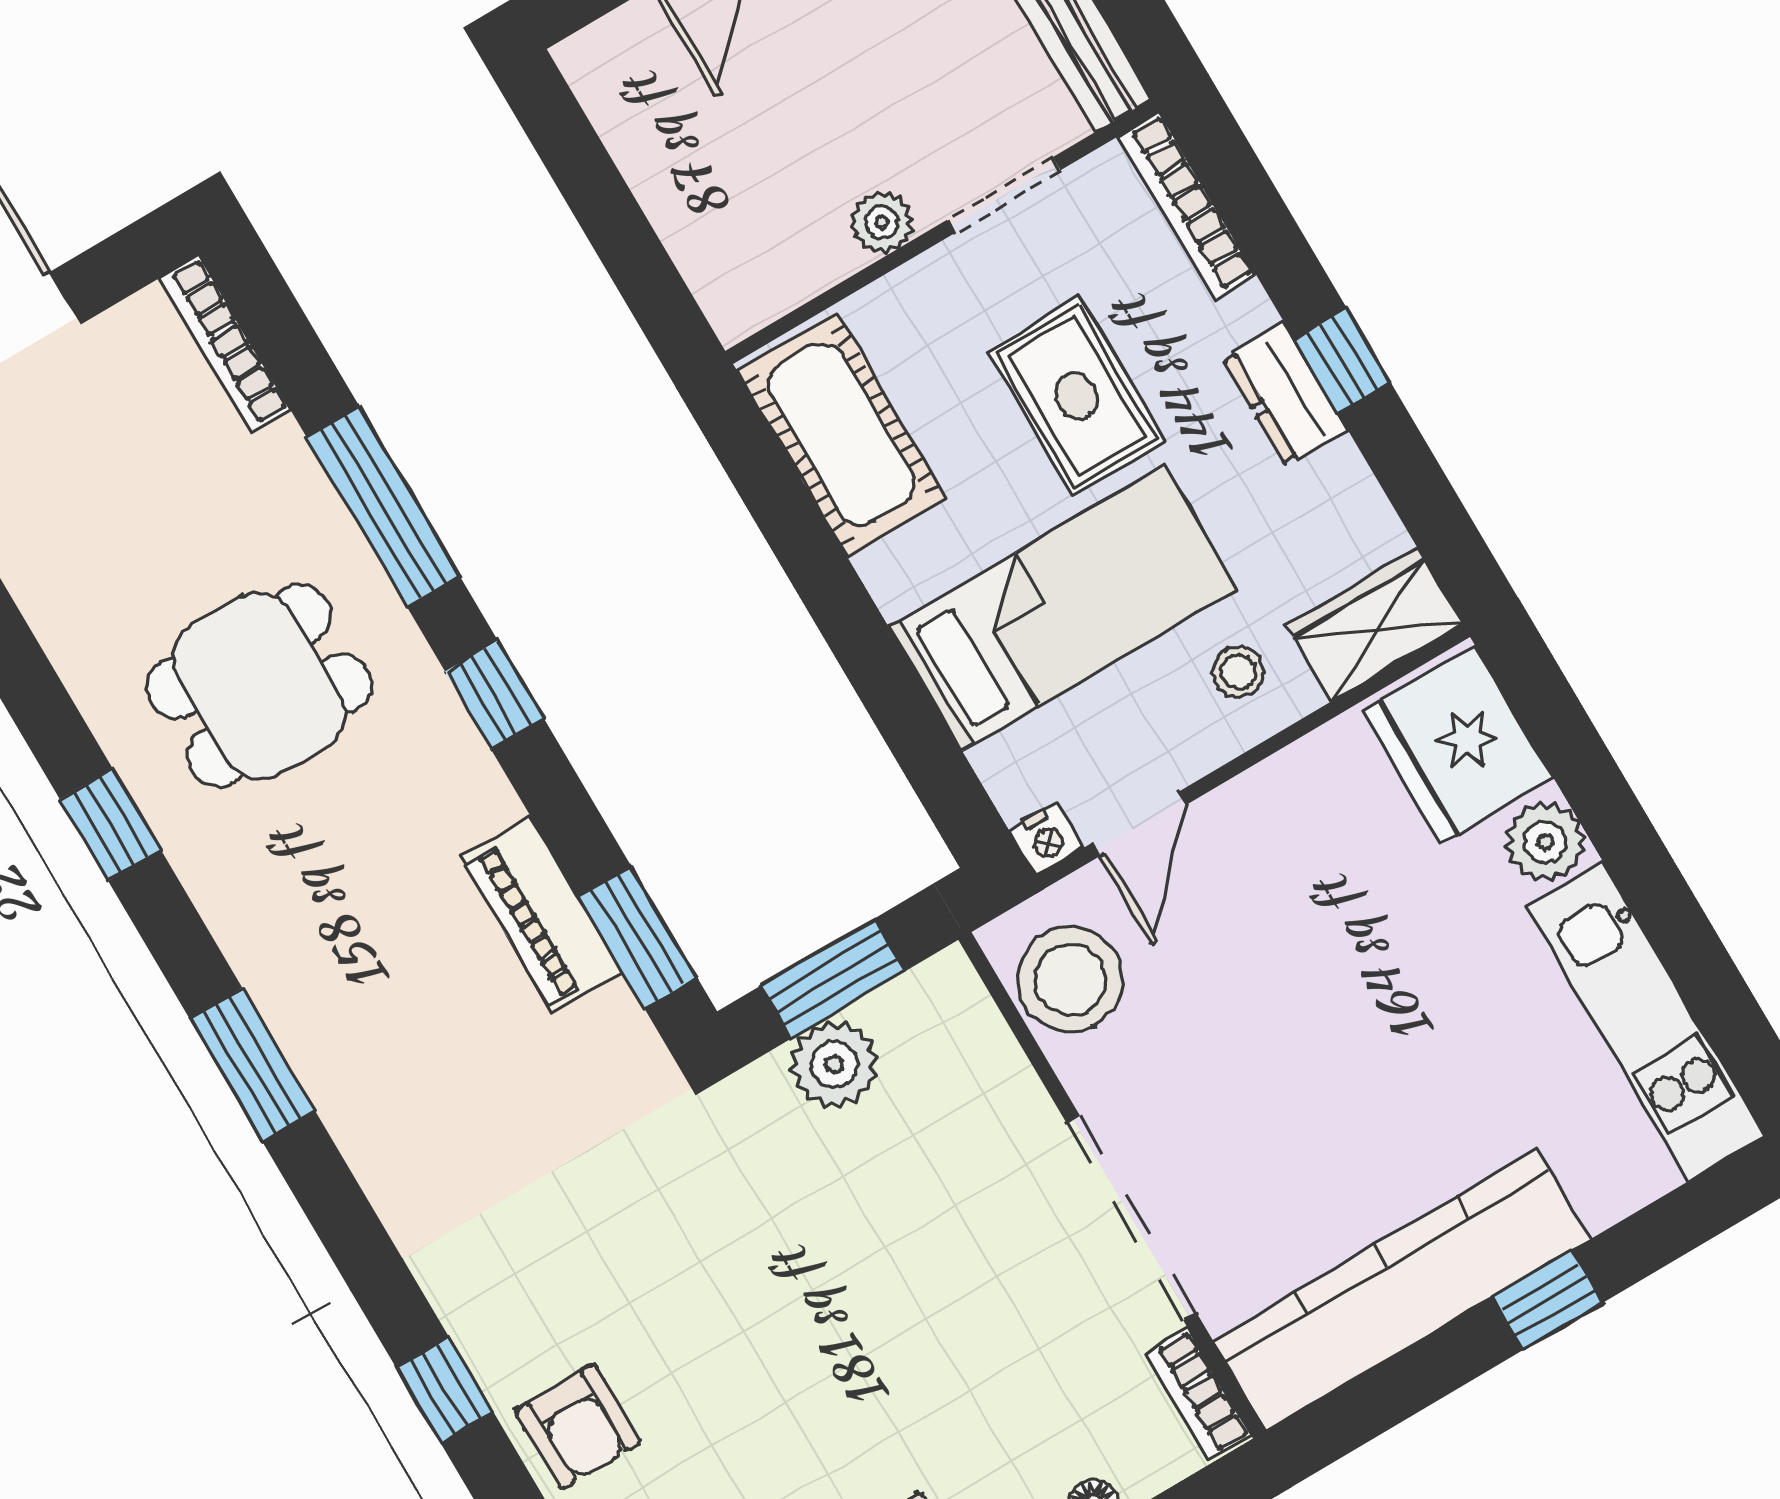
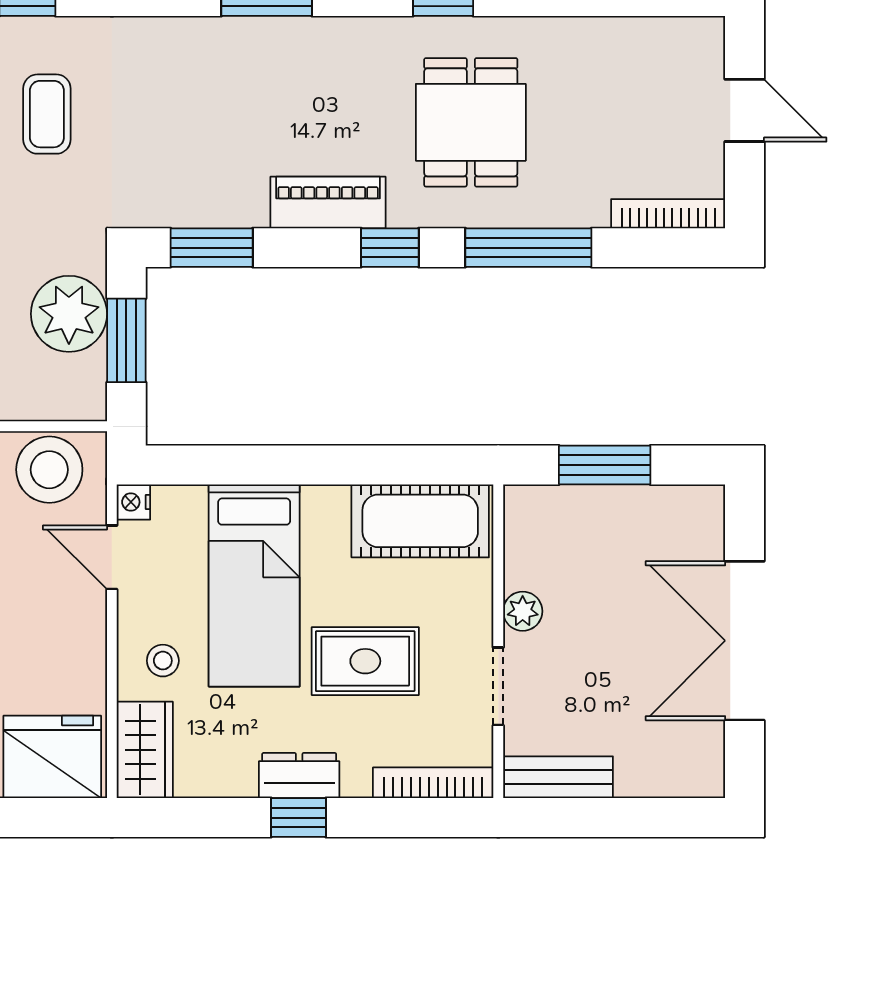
window: (617, 229) -> (605, 465), added
piano: (541, 914) -> (328, 203), moved
plant: (834, 1064) -> (69, 314), width x1.36, depth x1.36
coffee table: (589, 1269) -> (47, 114), added

